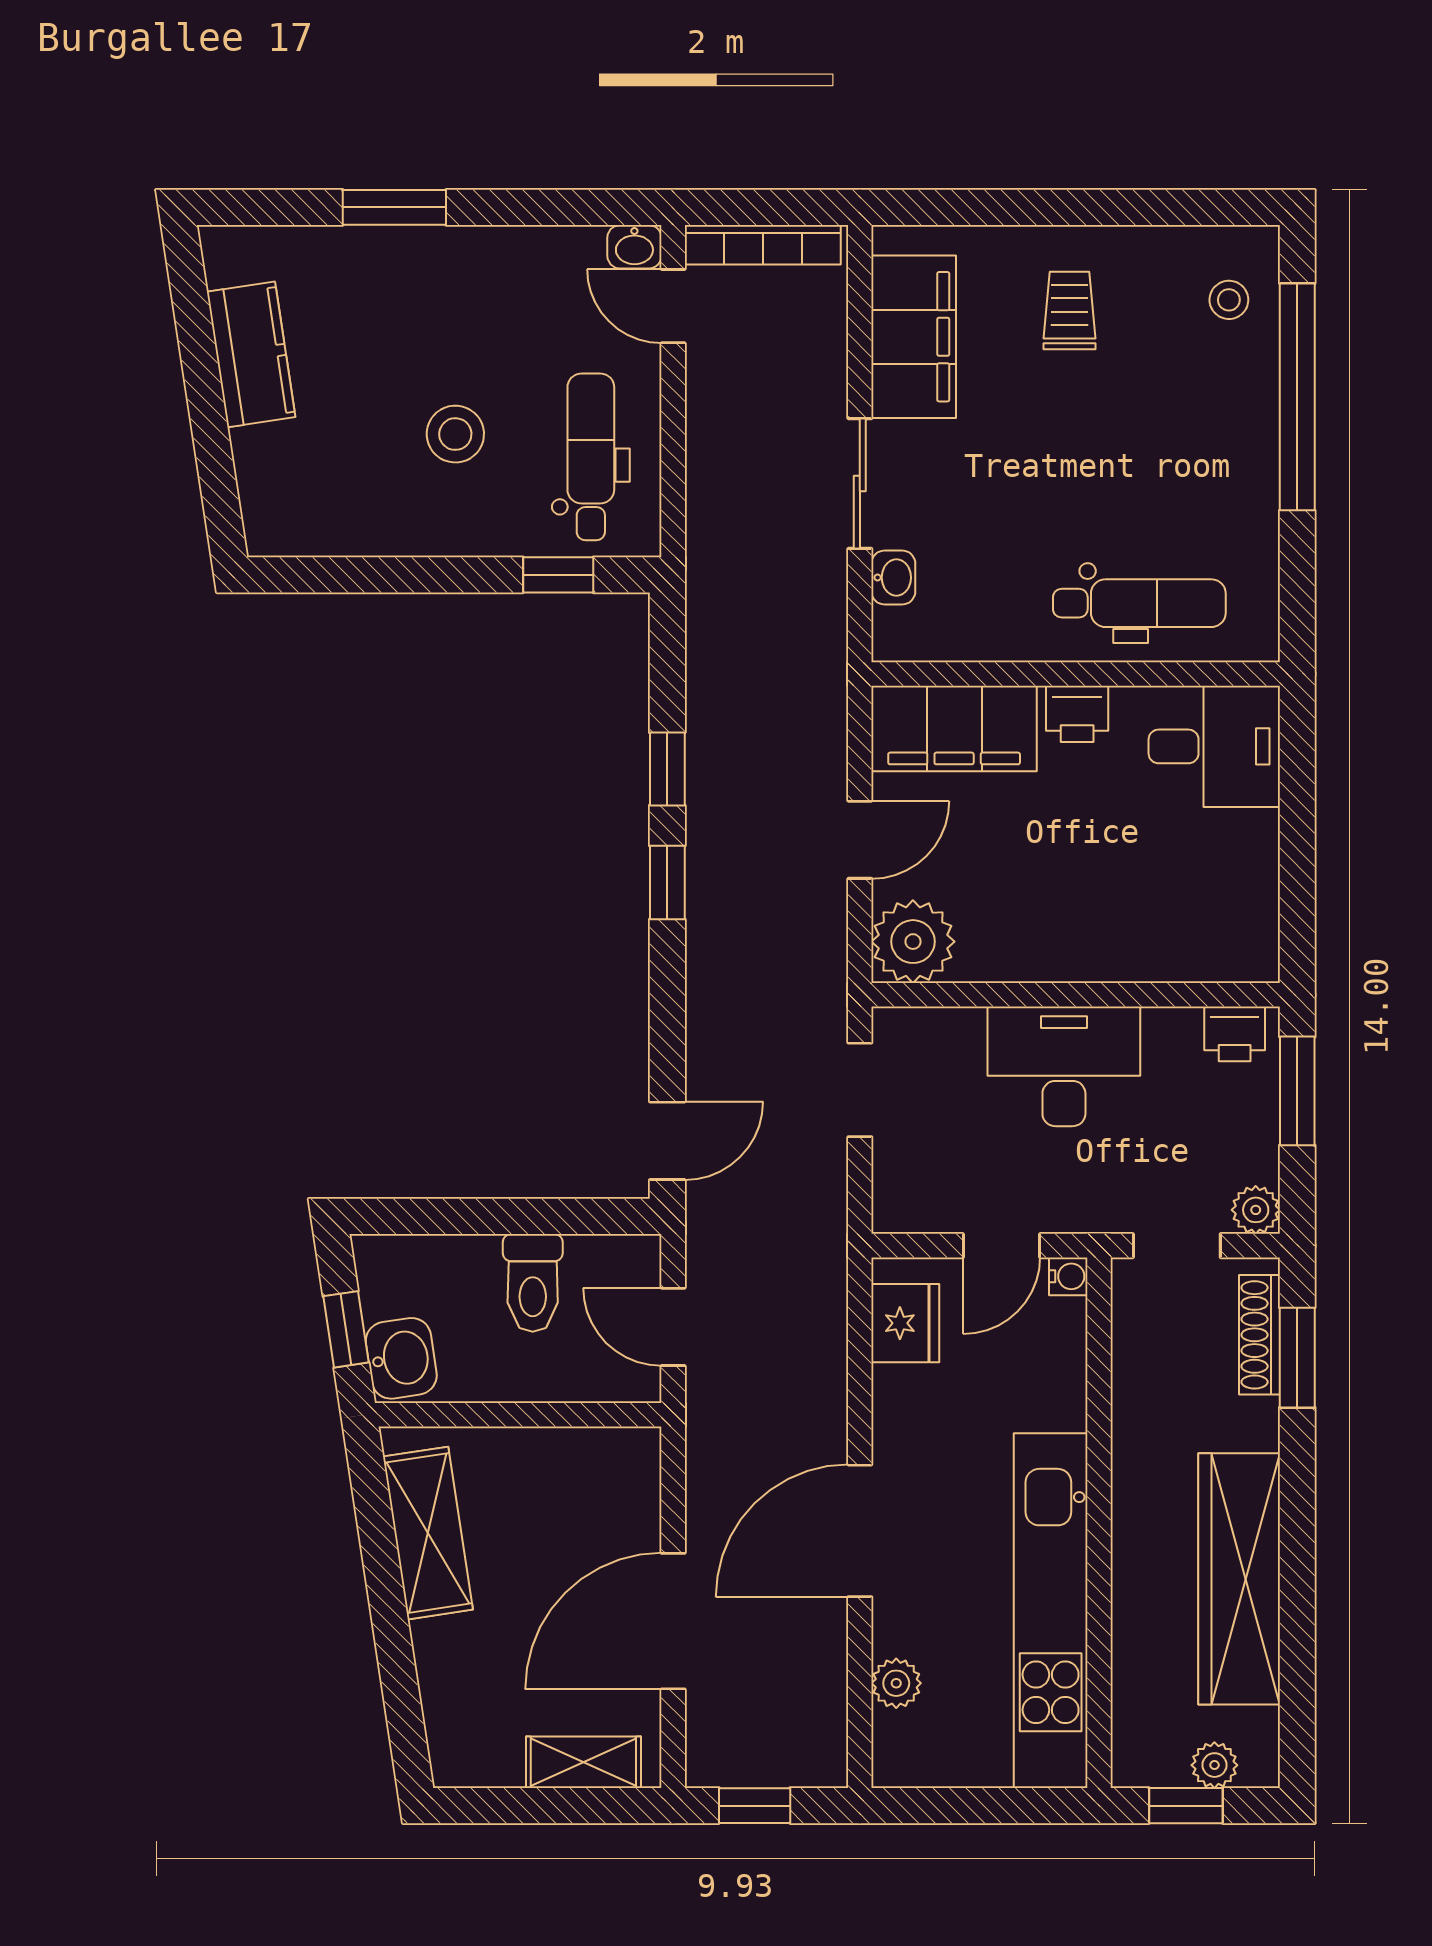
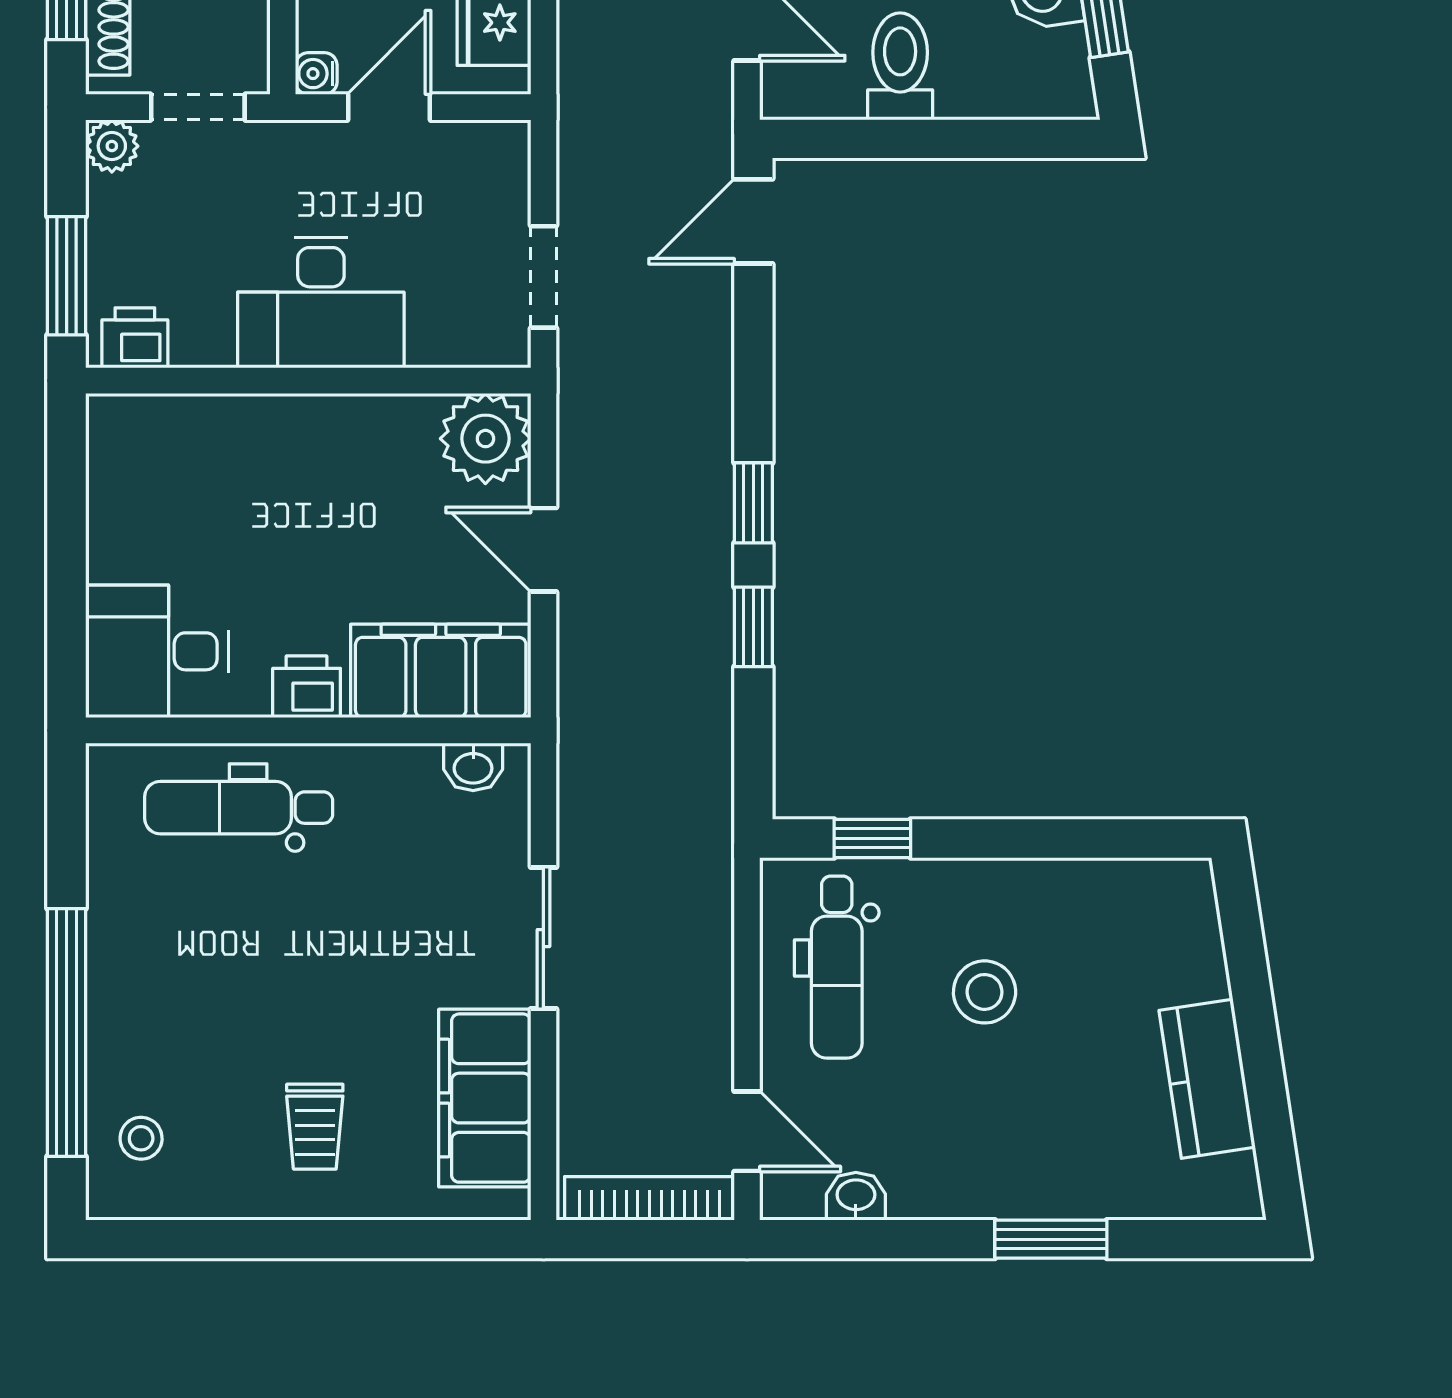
washbasin: (634, 247) -> (856, 1196), moved
washbasin: (893, 578) -> (473, 767), moved, turned -90
door: (860, 840) -> (543, 550), hinge flipped

